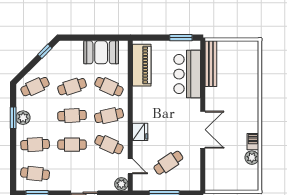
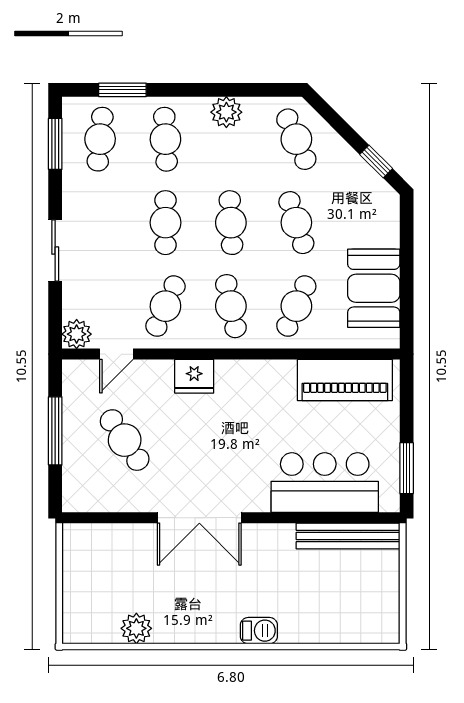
window: (13, 118) -> (122, 90), moved
barbecue: (253, 142) -> (259, 631), moved

